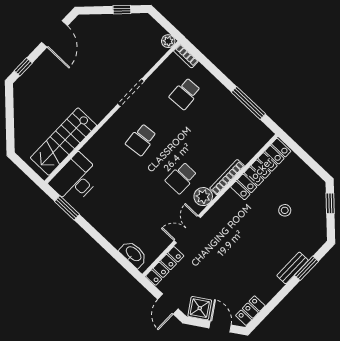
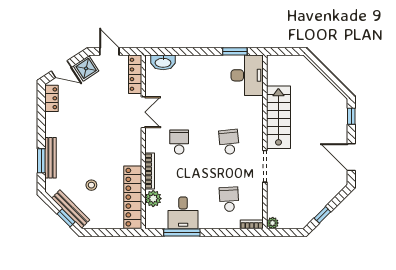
desk: (232, 118) -> (183, 213), added
stairs: (64, 142) -> (278, 117), moved
plant: (203, 197) -> (153, 199), moved
bench: (320, 207) -> (71, 209), added
bench: (293, 268) -> (50, 158), width x1.36

